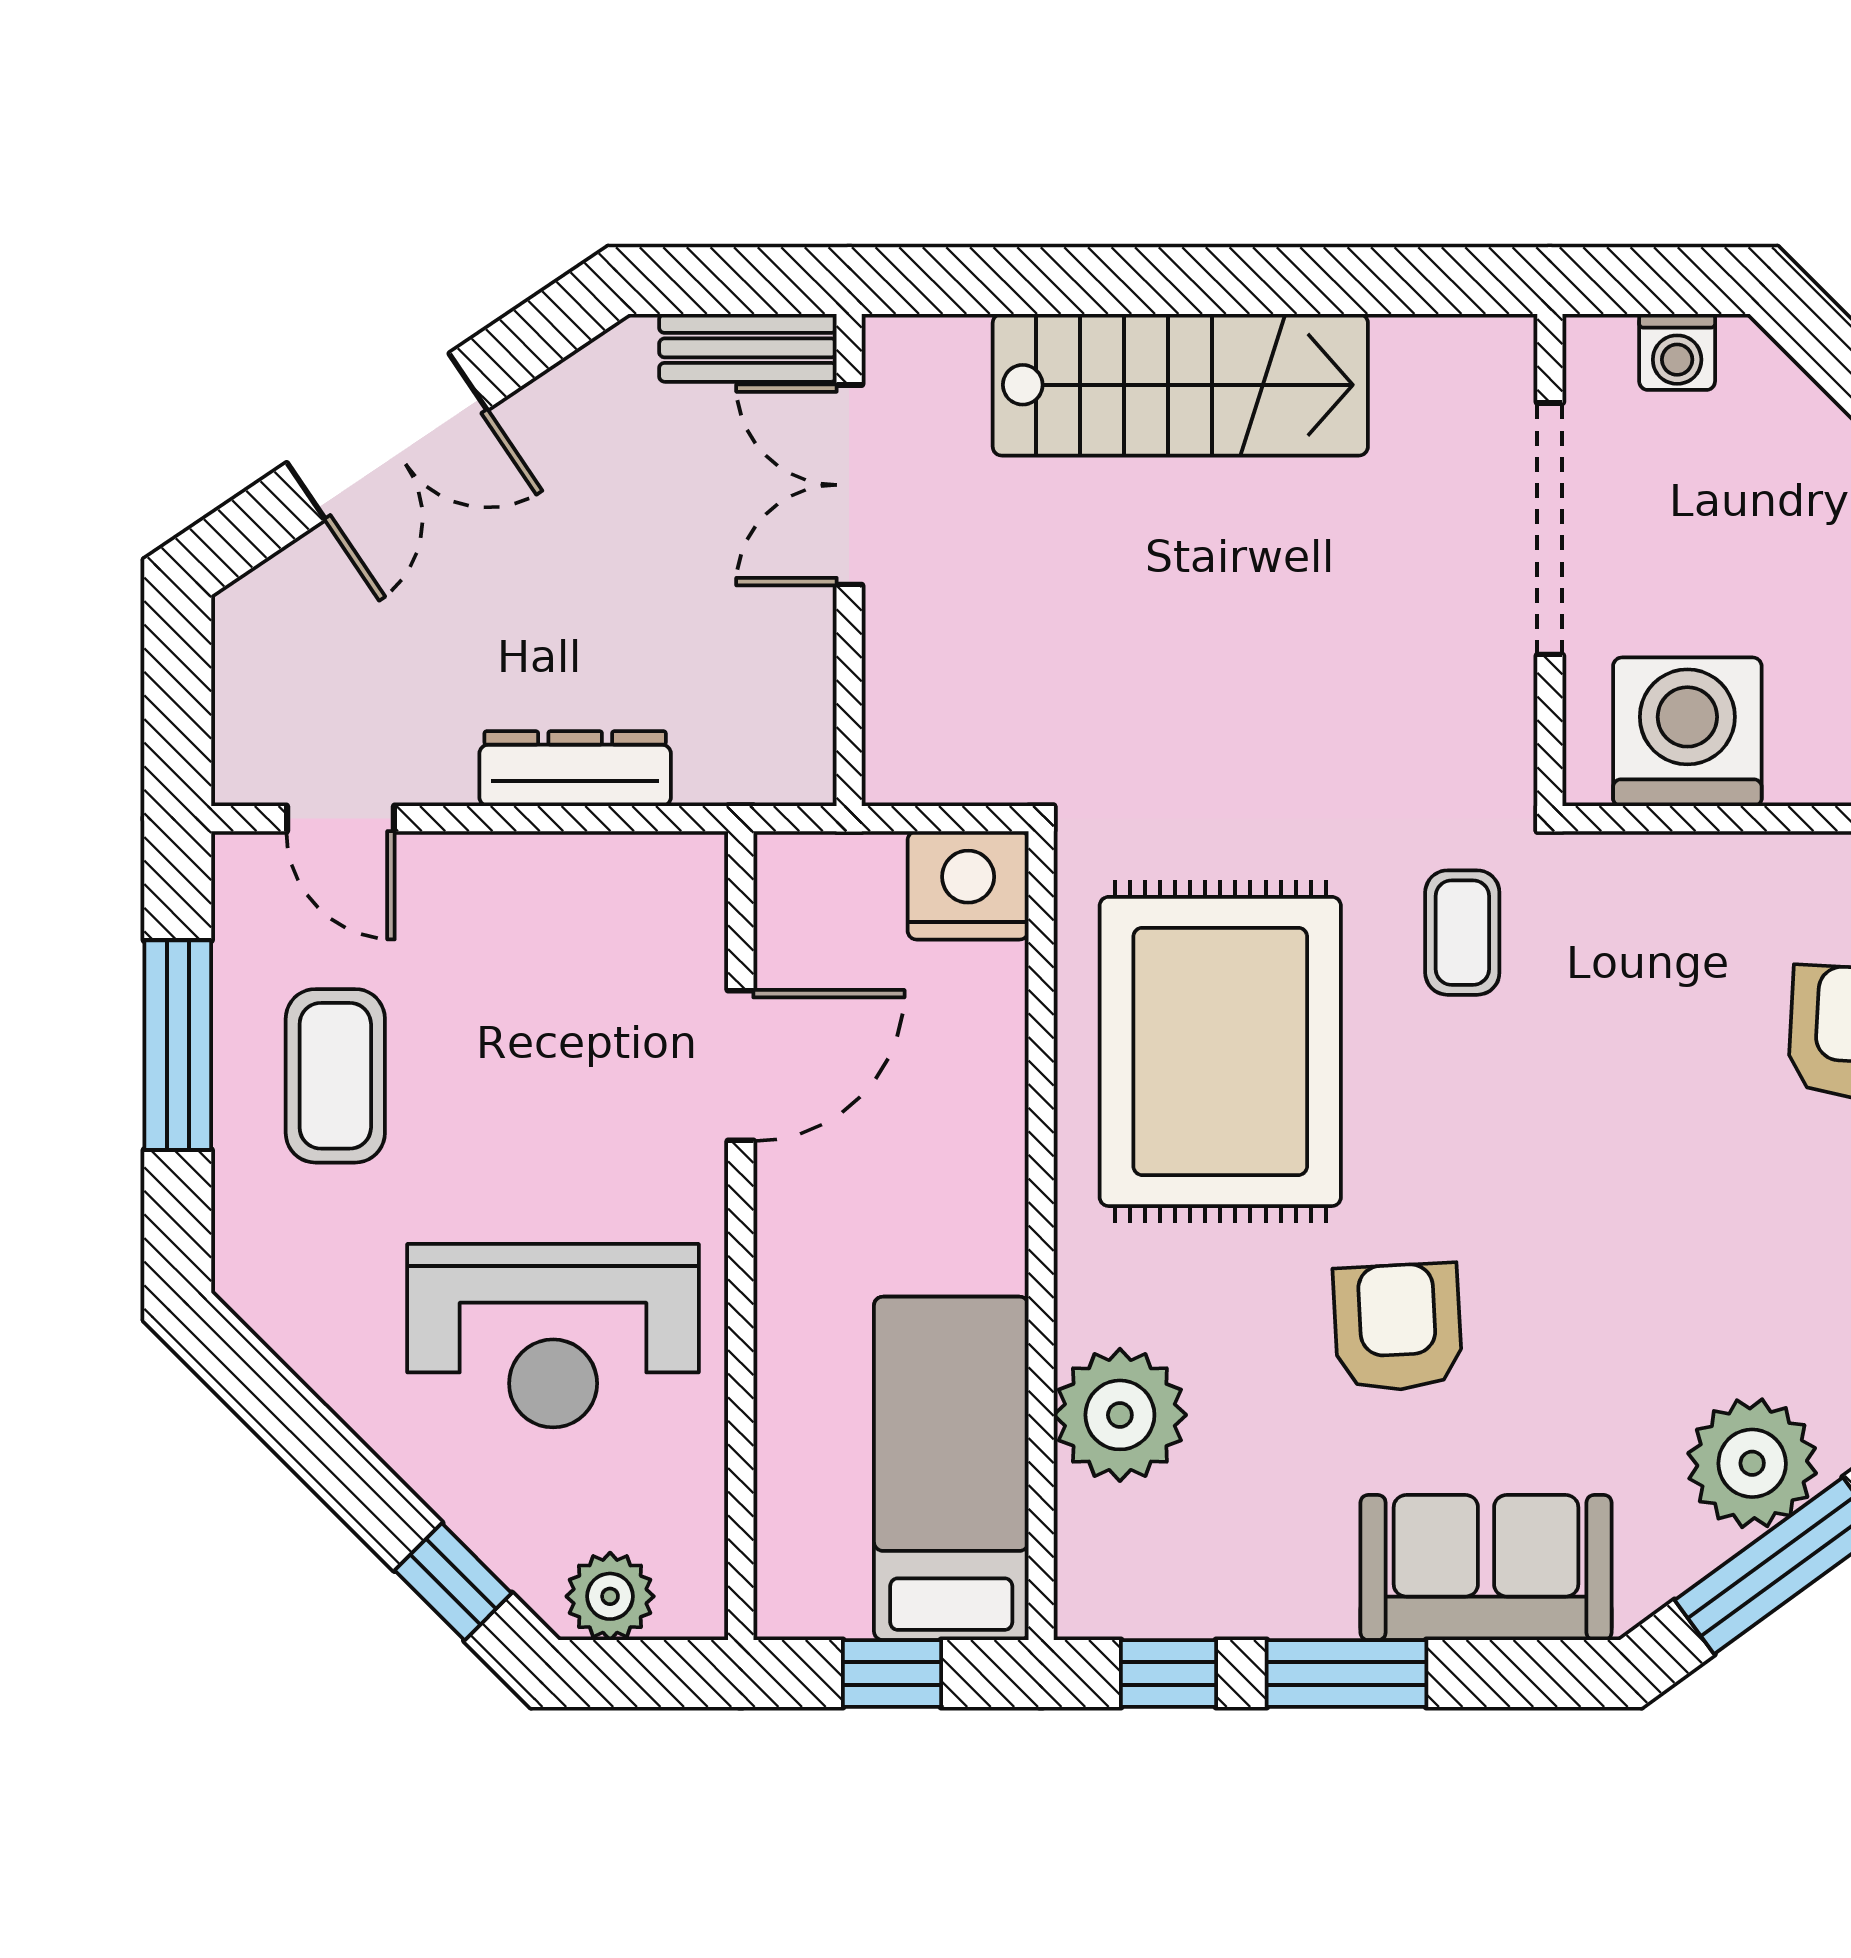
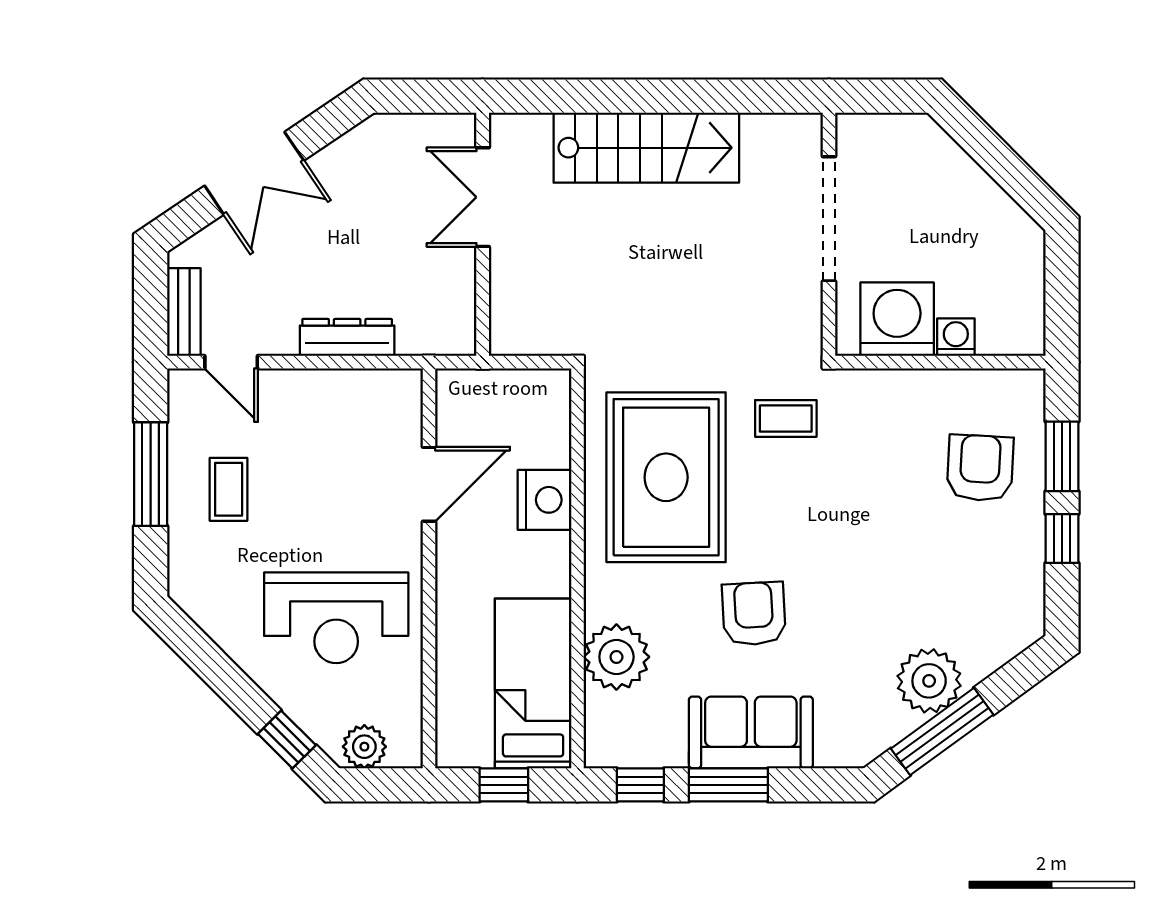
bench: (748, 348) -> (184, 312), moved, turned 90
washing machine: (1677, 352) -> (956, 337), moved, turned 180
nightstand: (968, 885) -> (544, 500), moved, turned 90
coffee table: (1462, 933) -> (786, 418), turned 90
coffee table: (335, 1076) -> (229, 489), width x0.73, depth x0.77
sofa: (1486, 1568) -> (751, 732), moved

